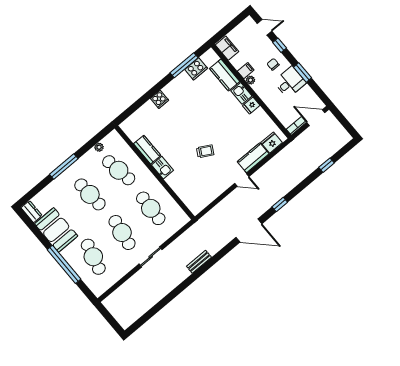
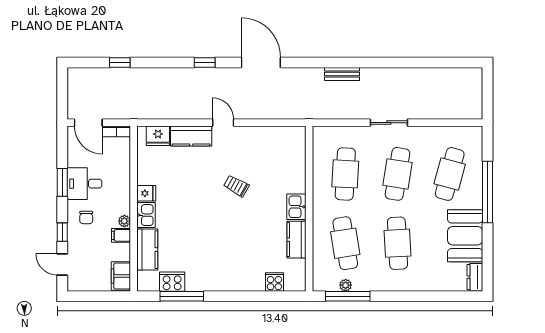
cooker: (160, 99) -> (274, 282), moved
window: (64, 167) -> (348, 296), moved

